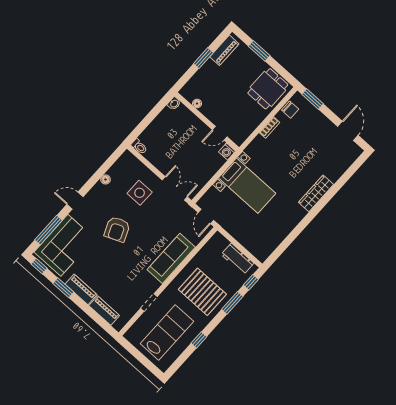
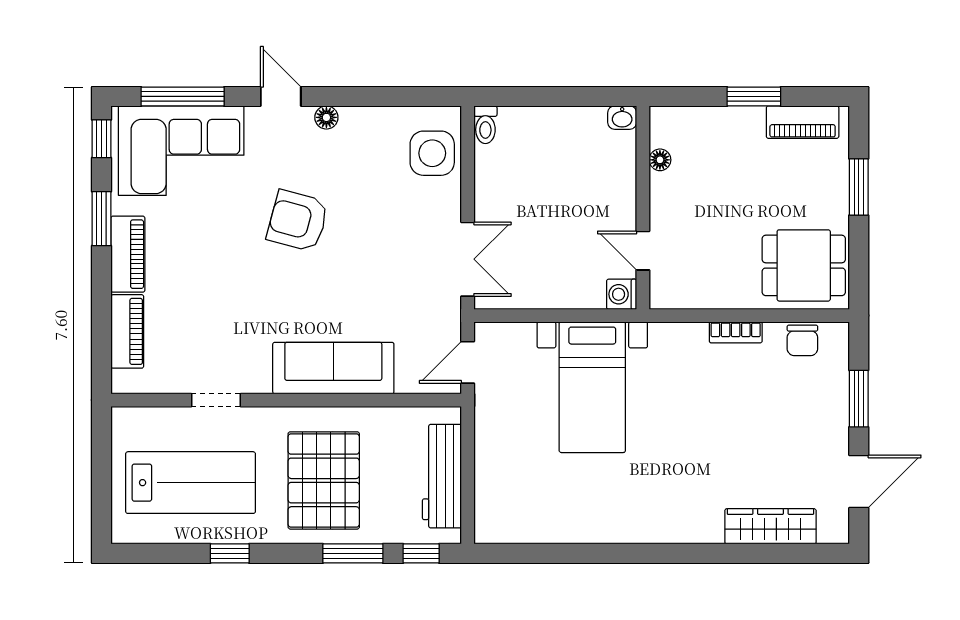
window: (313, 99) -> (859, 399), moved
floor lamp: (105, 179) -> (326, 117), moved
side table: (140, 193) -> (432, 153), moved
wardrobe: (316, 193) -> (770, 526), moved
armchair: (117, 229) -> (298, 221), turned 38
workbench: (237, 259) -> (442, 476), width x1.38

